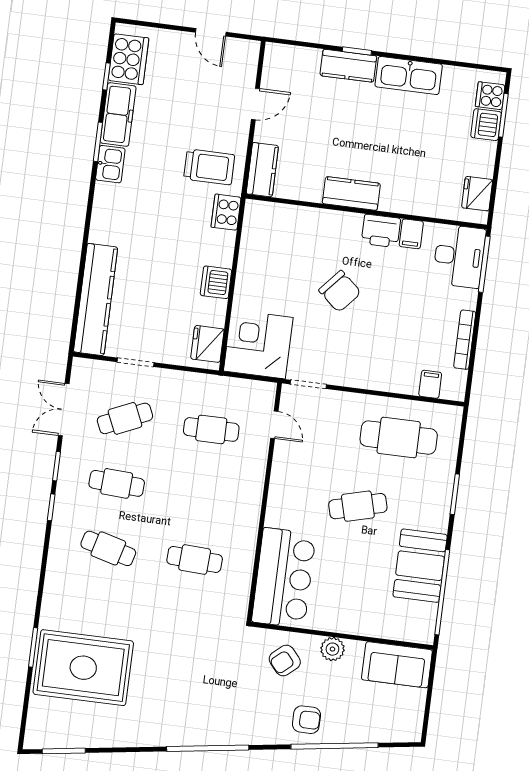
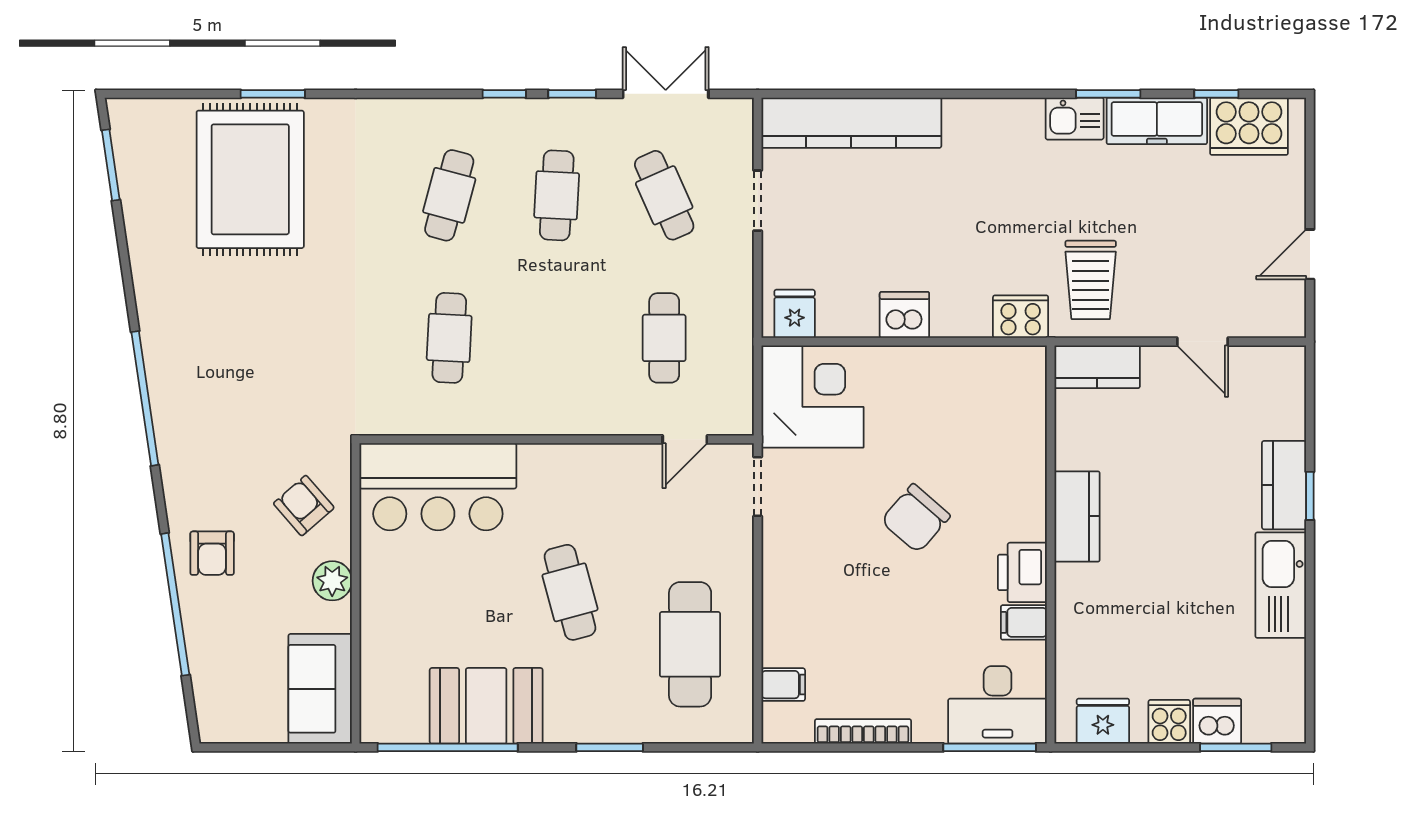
cooker: (490, 96) -> (1169, 722), moved
fridge: (207, 344) -> (795, 314), width x0.72

